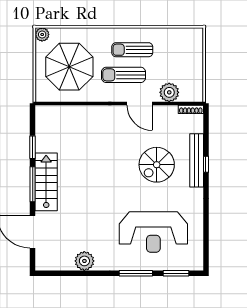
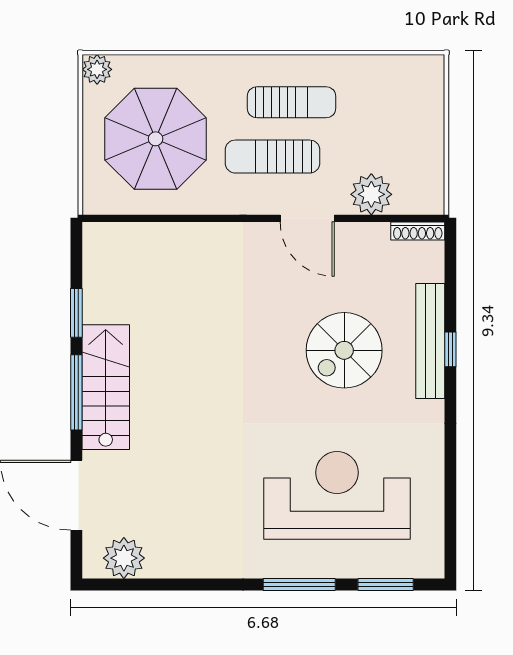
sun lounger: (132, 50) -> (292, 102), turned 180
reception desk: (153, 232) -> (337, 495), turned 180
plant: (84, 261) -> (124, 558), moved

